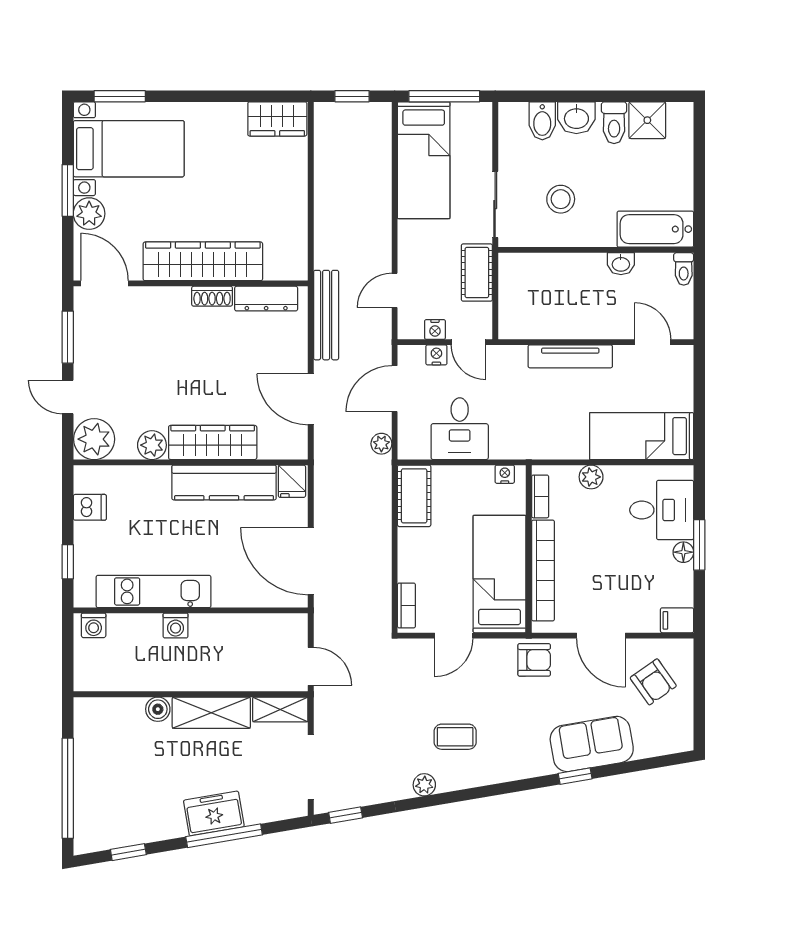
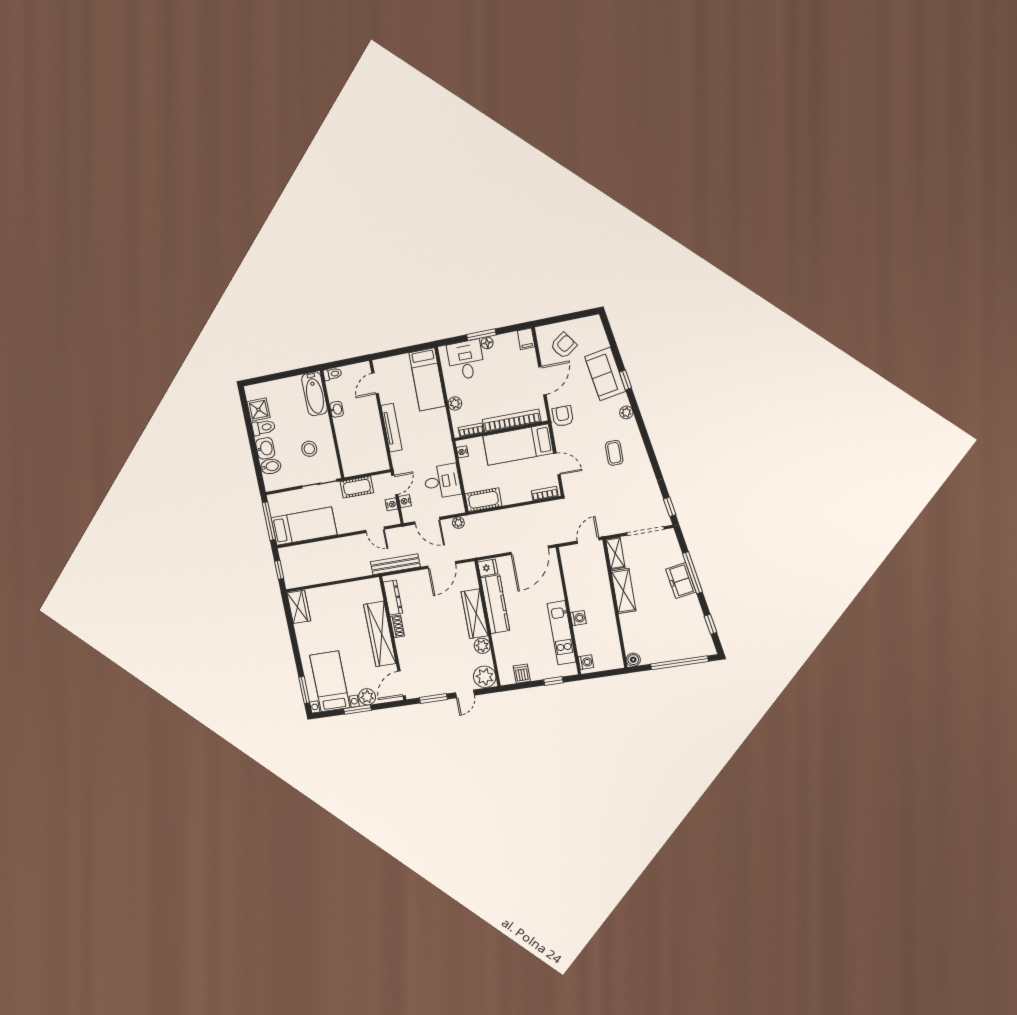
boiler: (158, 709) -> (633, 660), moved
plant: (424, 785) -> (626, 412), moved

